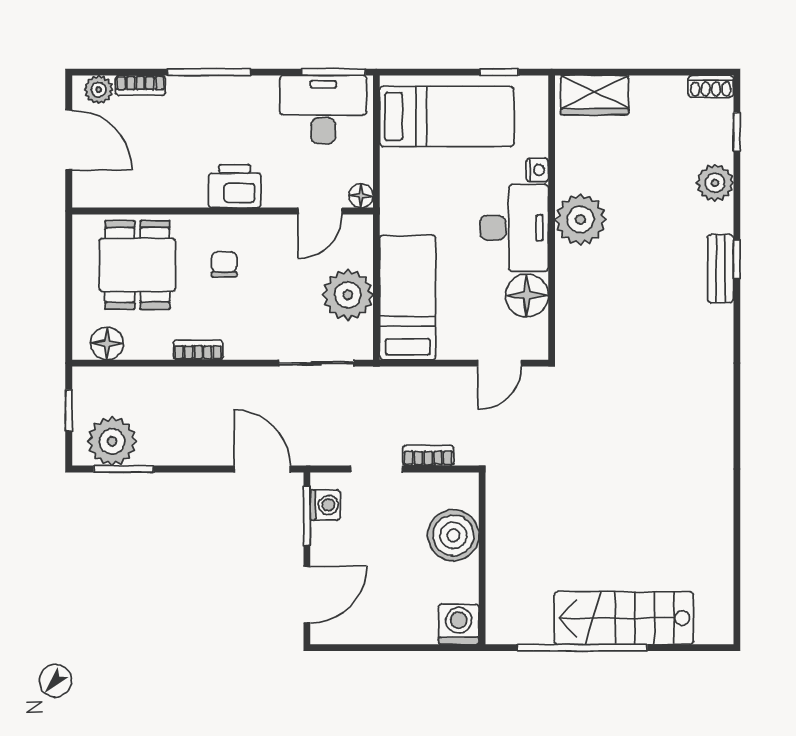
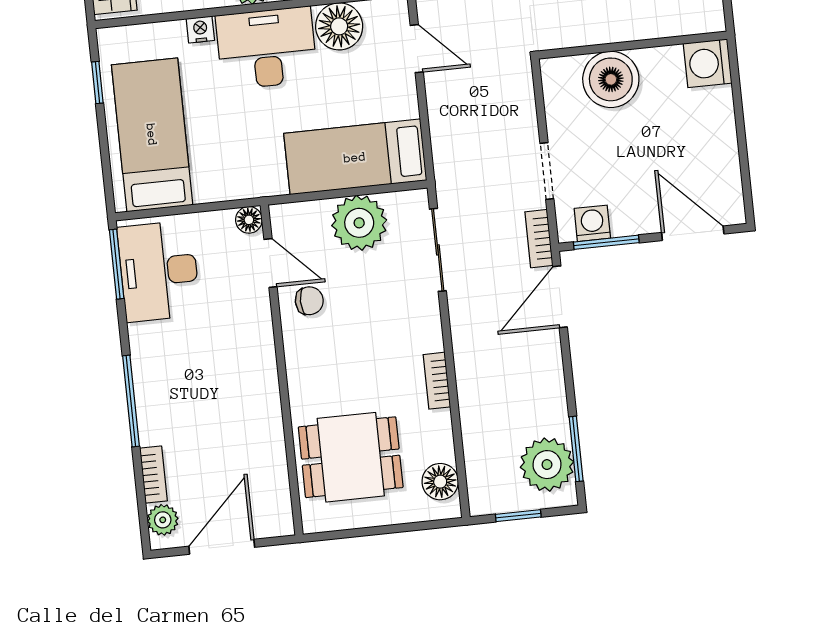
printer: (235, 186) -> (253, 359), removed
chair: (224, 264) -> (309, 301), moved, turned 180
bookcase: (428, 455) -> (539, 239), moved

